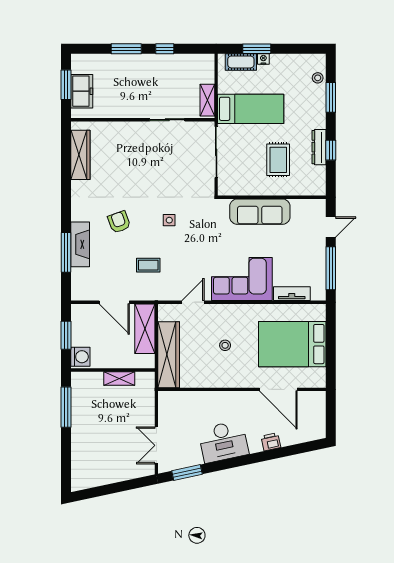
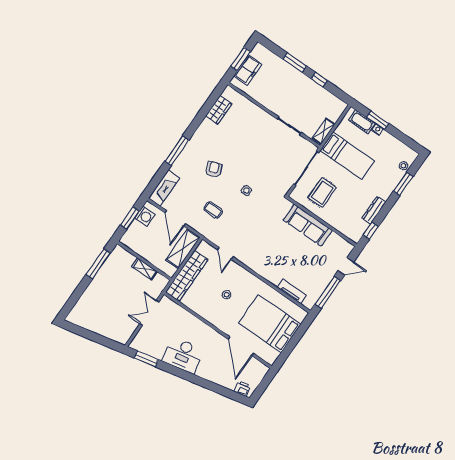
window: (331, 150) -> (371, 231), moved
wardrobe: (80, 155) -> (219, 110), width x0.67
rug: (278, 160) -> (322, 193), moved
fireplace: (80, 244) -> (164, 188), moved
window: (66, 252) -> (177, 151), moved
corner sofa: (242, 279) -> (267, 260), removed
door: (193, 302) -> (225, 253), swing flipped
washing machine: (80, 357) -> (145, 216), moved
printer: (271, 442) -> (242, 389), moved
double door: (156, 445) -> (149, 313), moved

